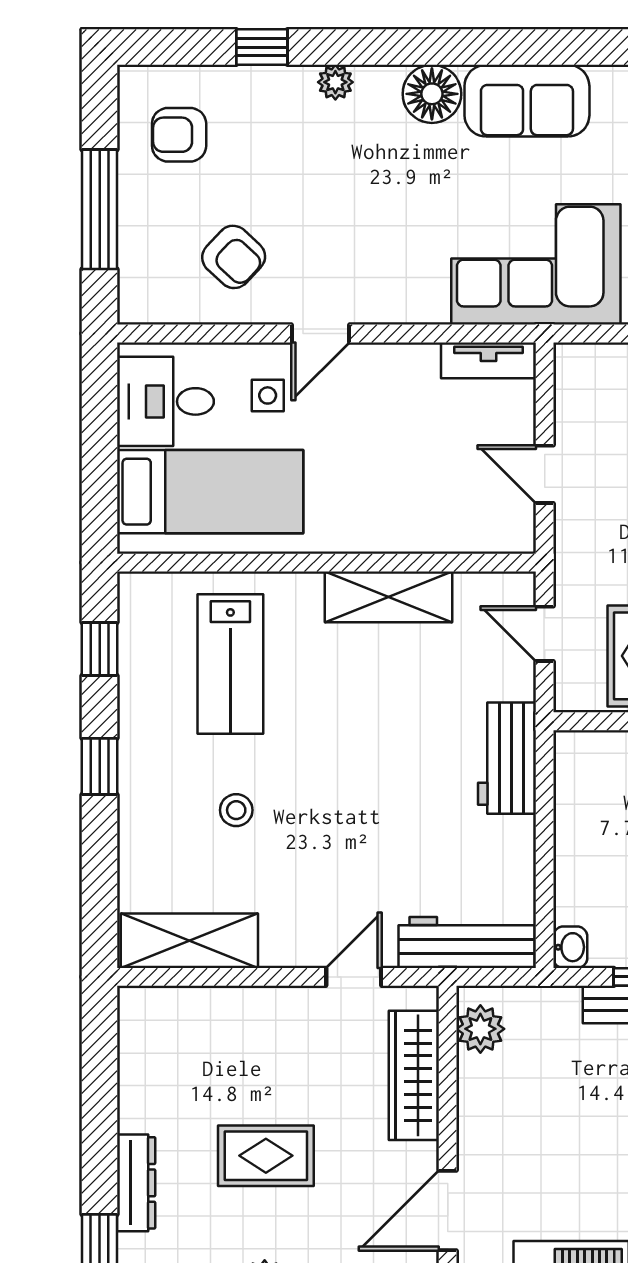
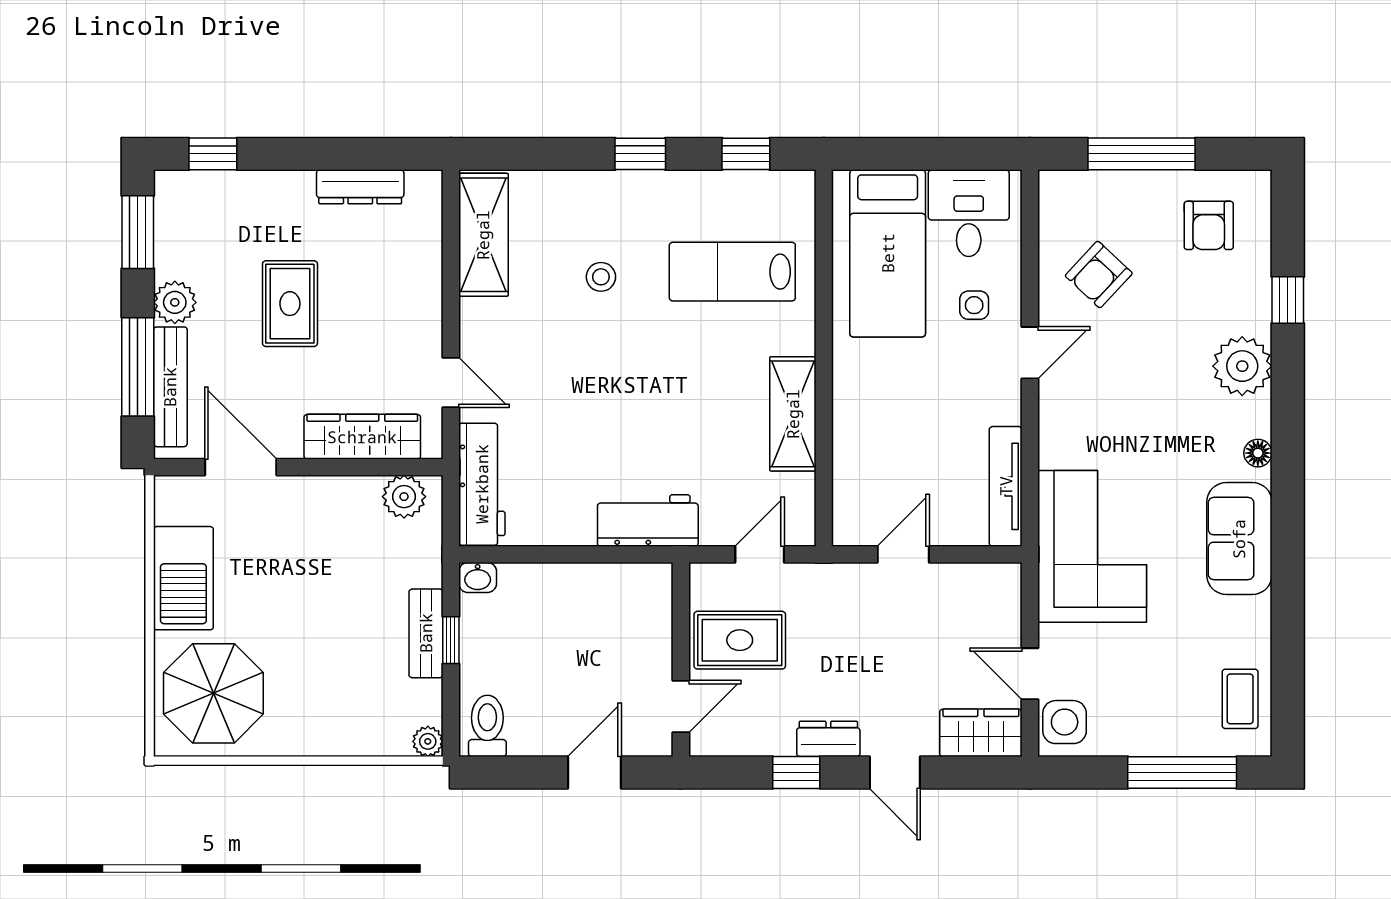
plant: (335, 82) -> (1242, 366), width x1.88, depth x1.88
floor lamp: (432, 94) -> (1258, 453), width x0.53, depth x0.53
armchair: (179, 135) -> (1209, 225), turned 180
door: (320, 333) -> (1030, 353), swing flipped
tv unit: (488, 360) -> (1006, 486), width x1.41
dresser: (136, 1183) -> (360, 187), moved

